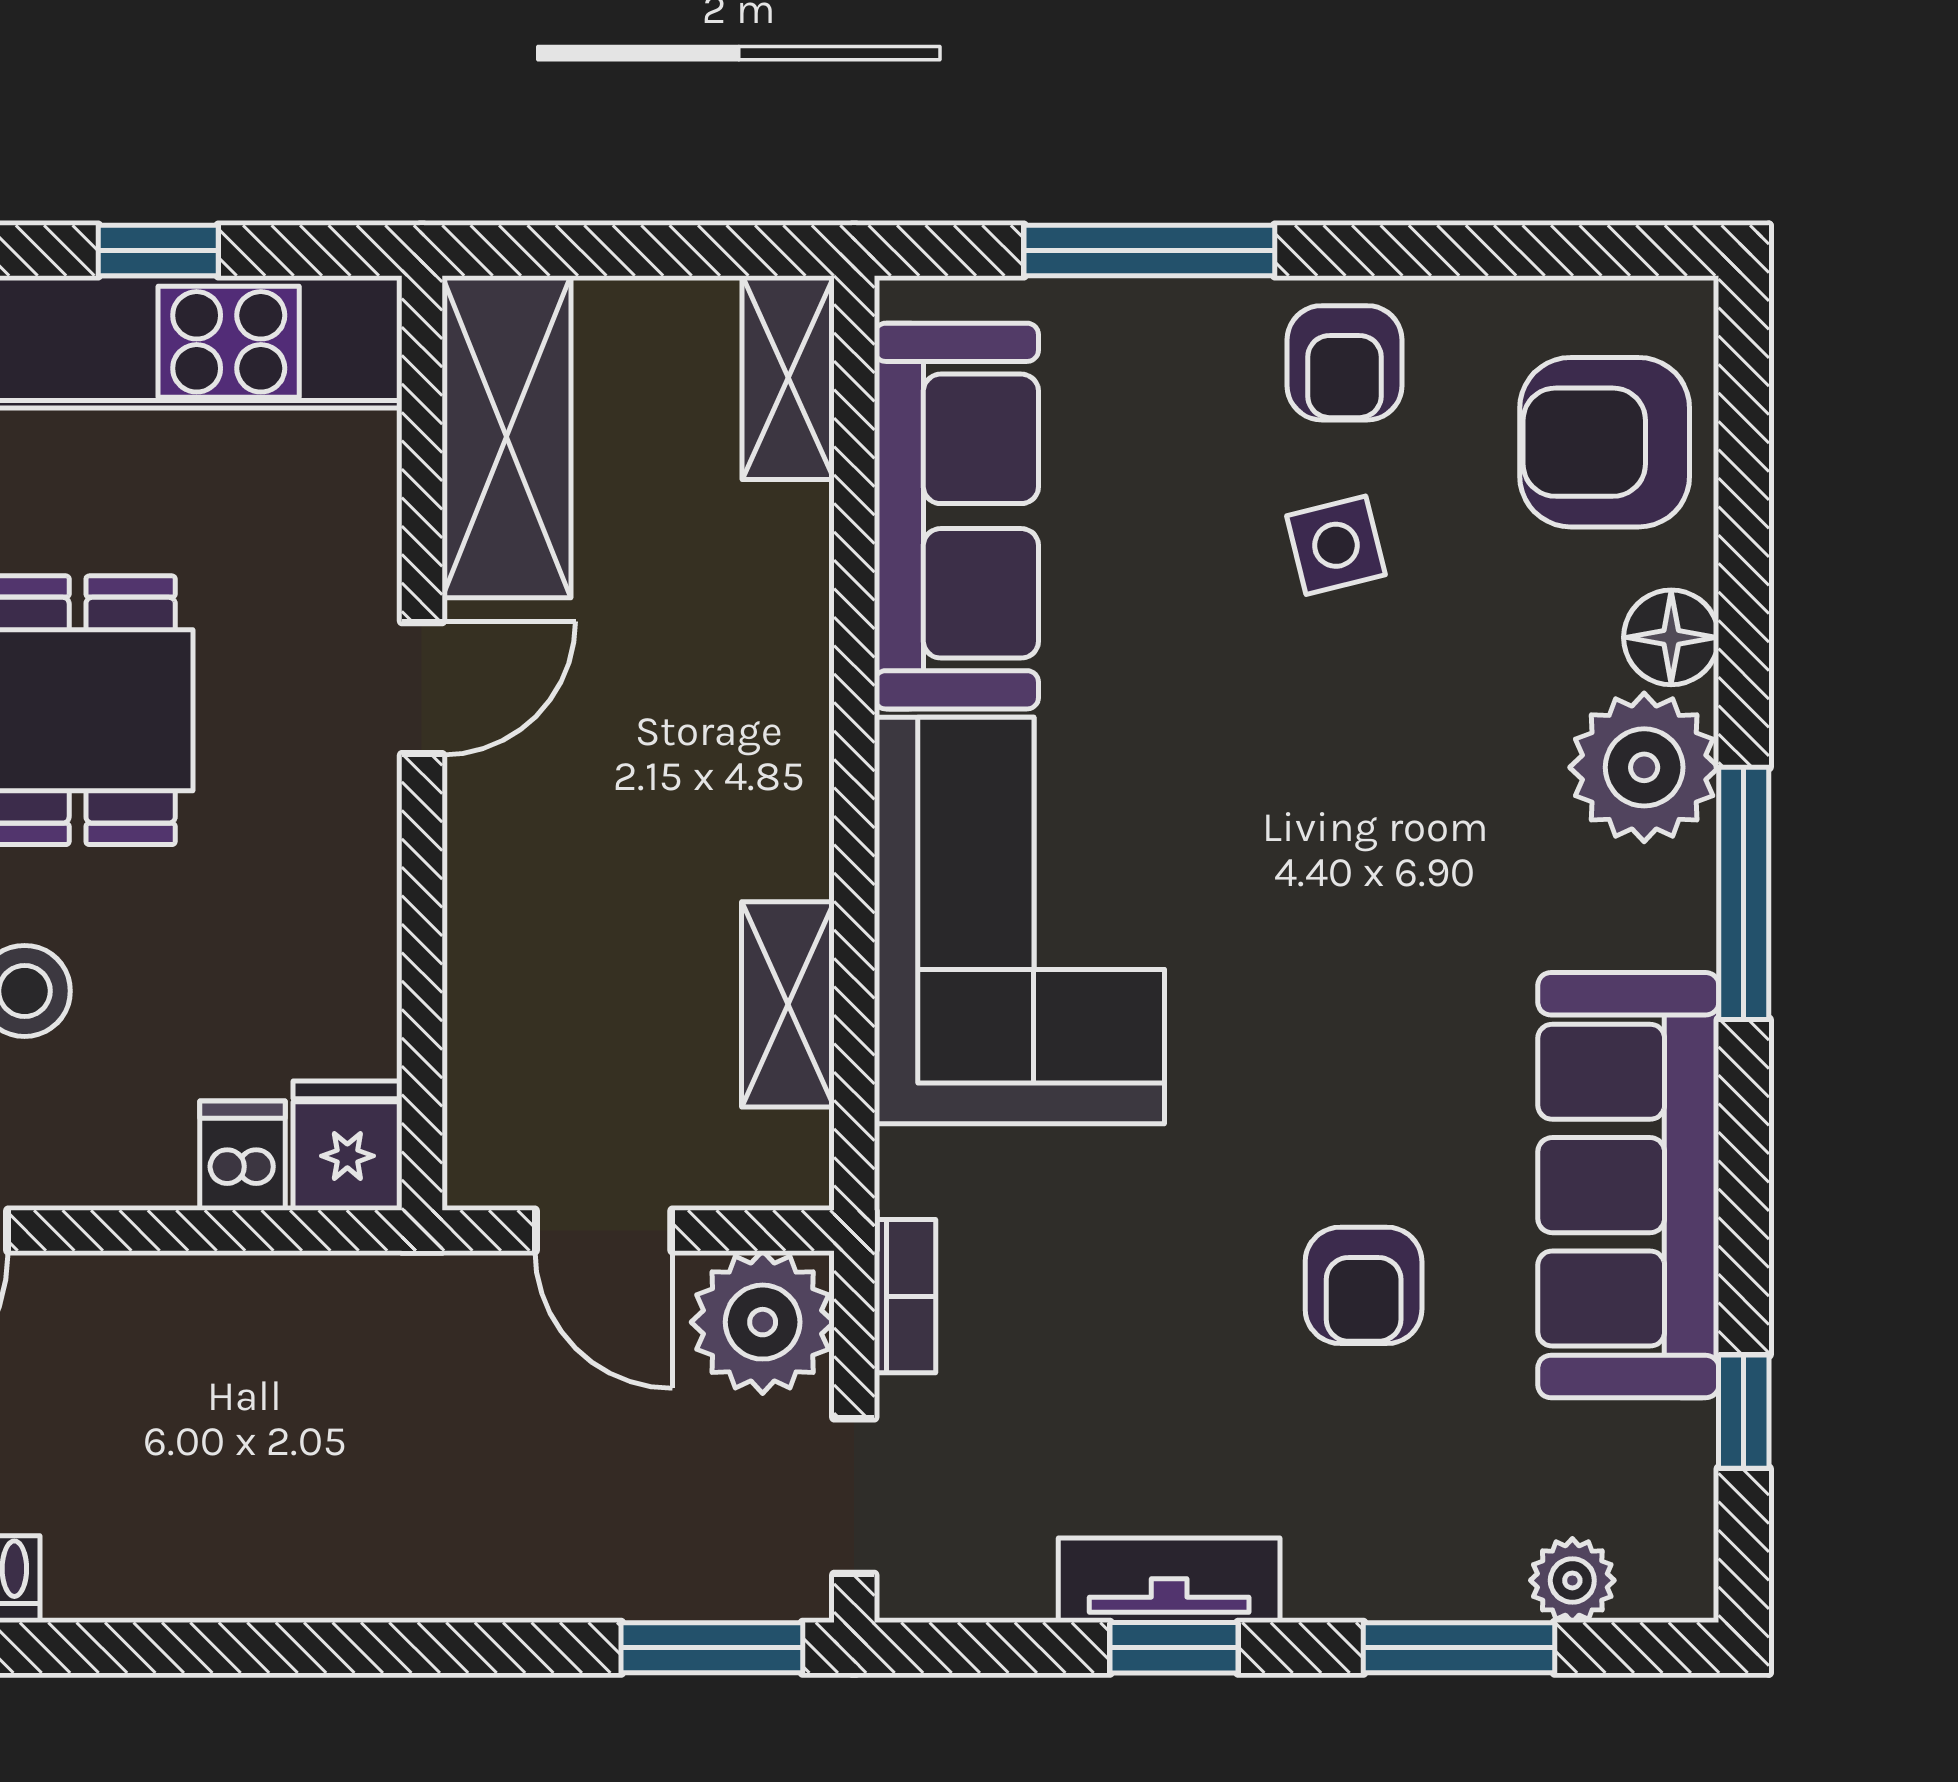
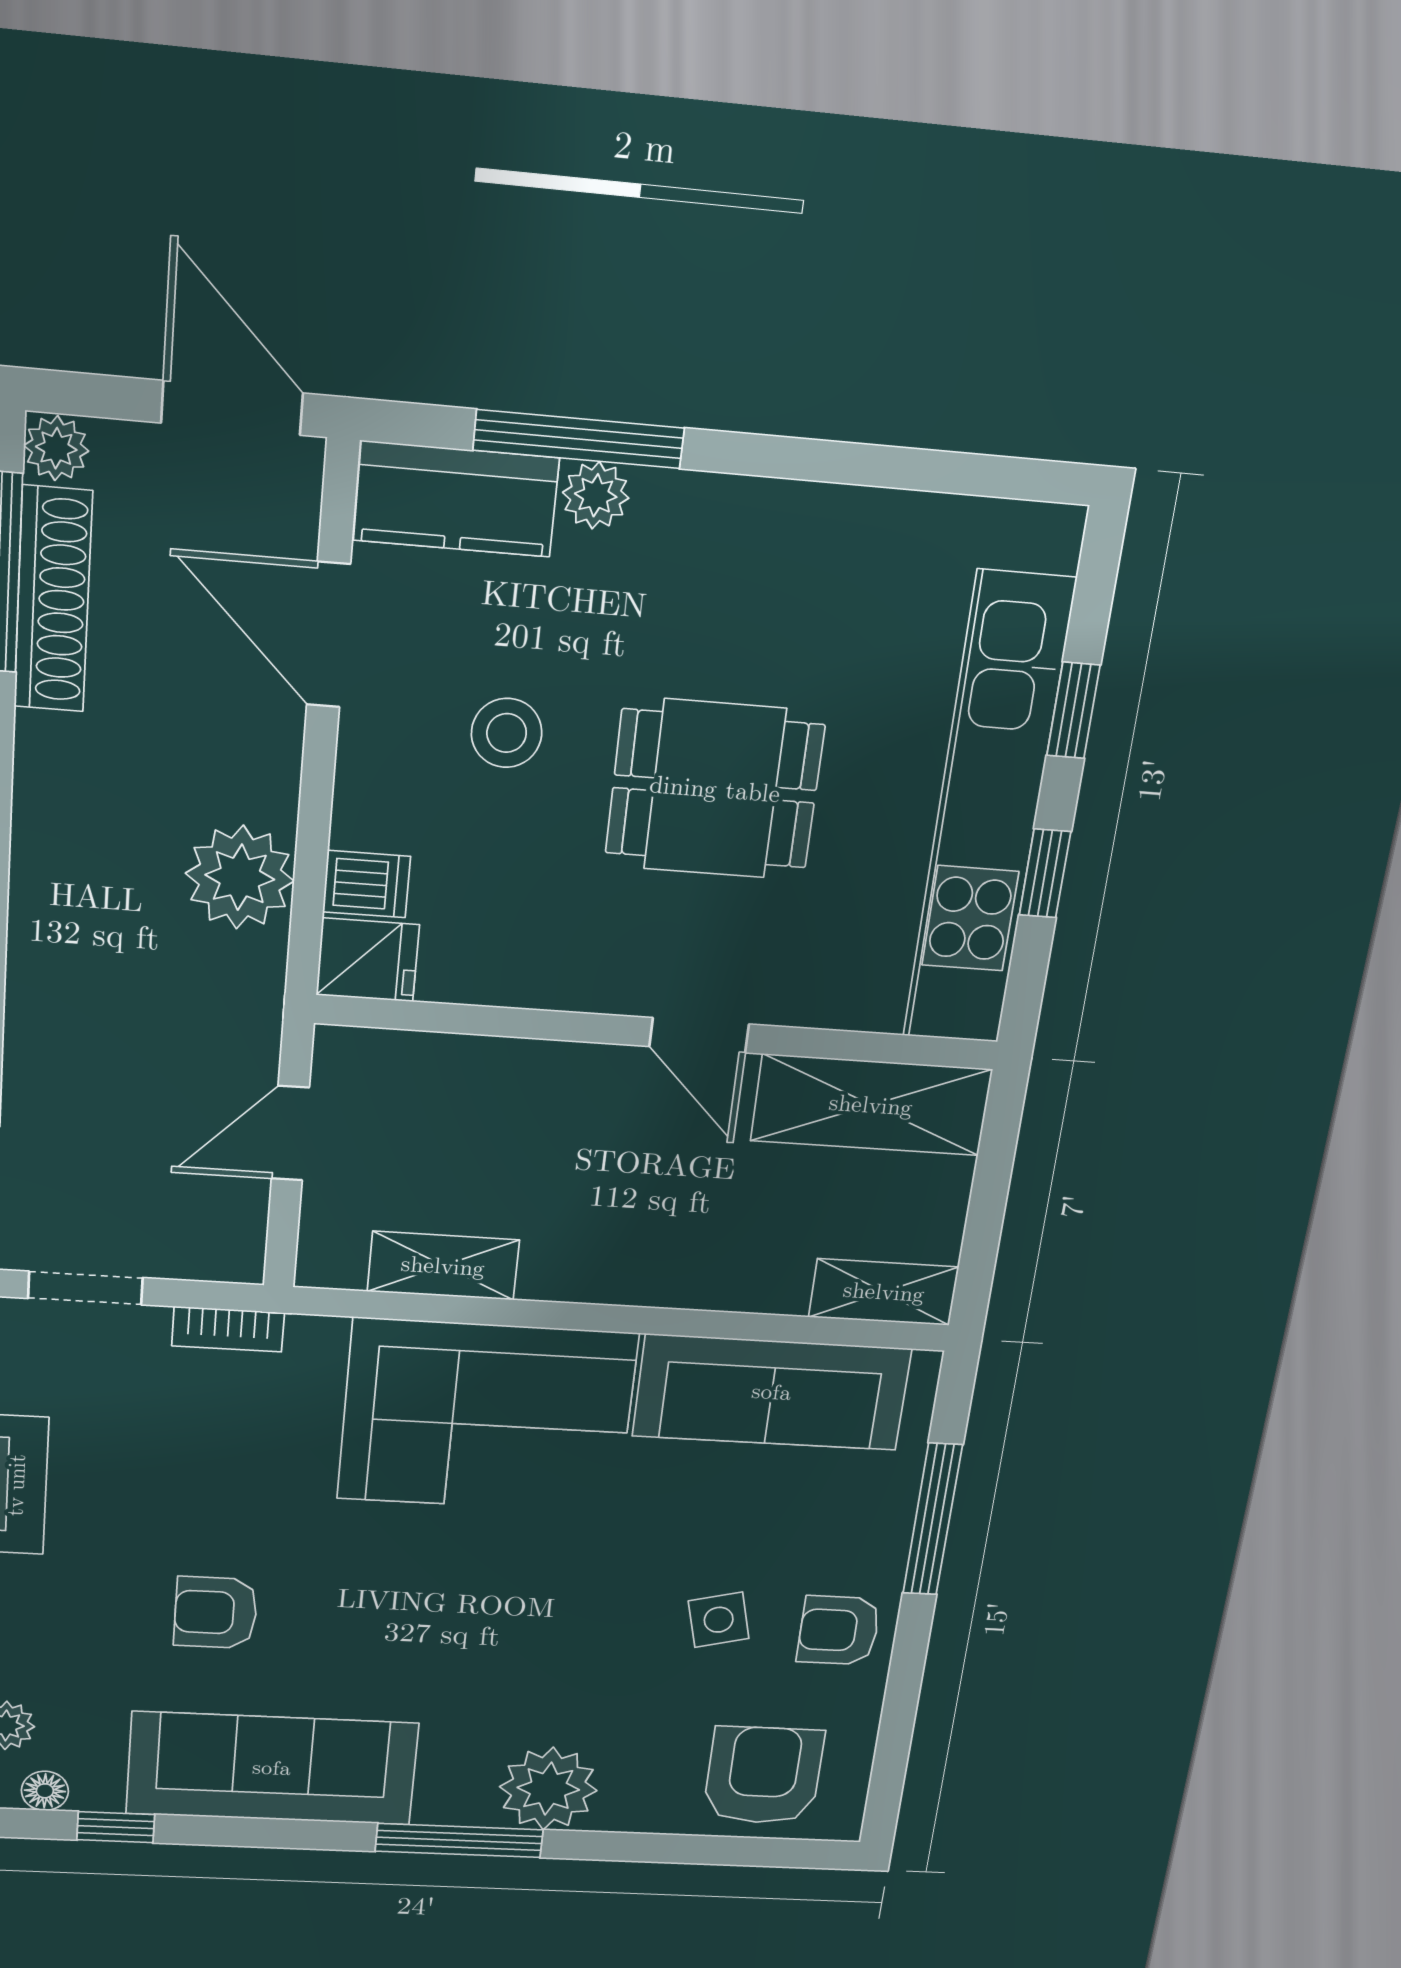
floor lamp: (1671, 637) -> (45, 1791), moved, width x0.73, depth x0.73
plant: (763, 1322) -> (240, 877), moved

